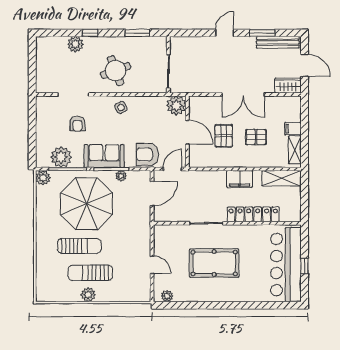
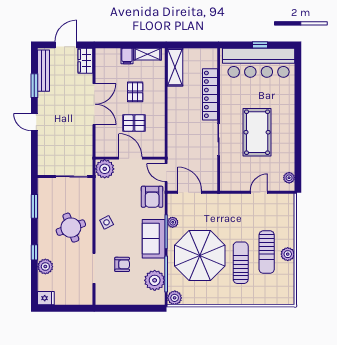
fridge: (43, 45) -> (46, 298), added
door: (187, 132) -> (130, 158), hinge flipped
filing cabinet: (240, 179) -> (176, 108), removed

